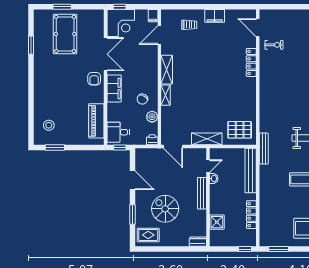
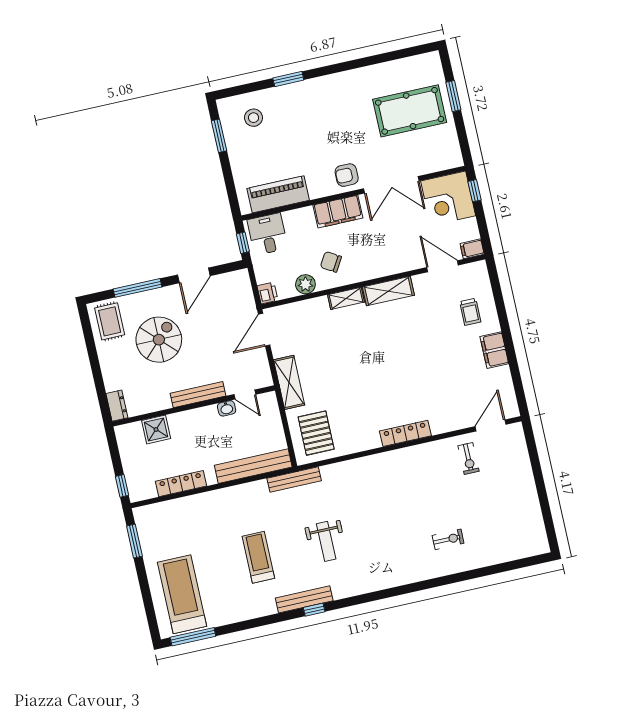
window: (31, 45) -> (288, 79), moved
locker: (251, 62) -> (405, 433), moved
window: (132, 215) -> (137, 288), width x1.44

